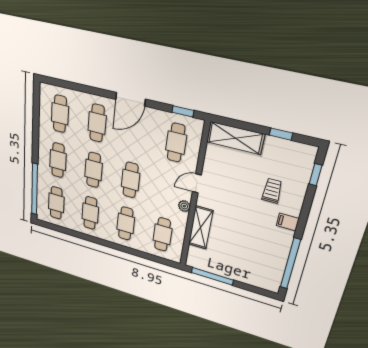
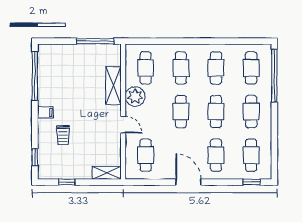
door: (130, 99) -> (188, 182), hinge flipped
window: (183, 111) -> (252, 182), moved
shelving: (235, 138) -> (107, 173), width x0.67, depth x0.75
door: (197, 183) -> (123, 125), hinge flipped
plant: (184, 206) -> (135, 97), width x1.88, depth x1.88

